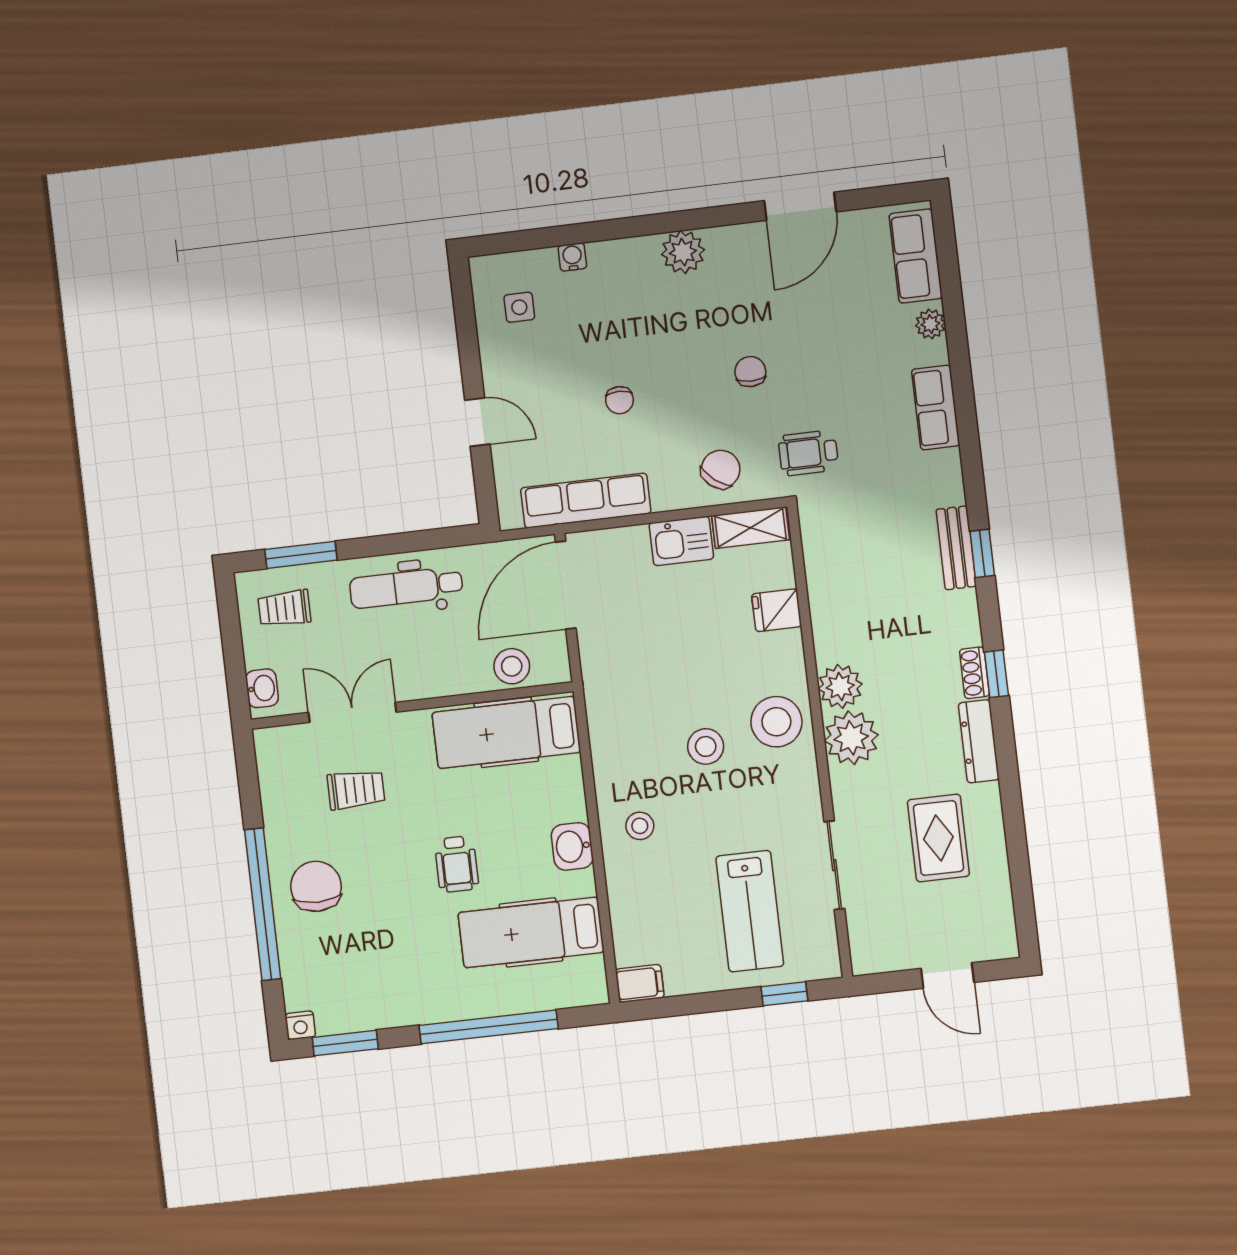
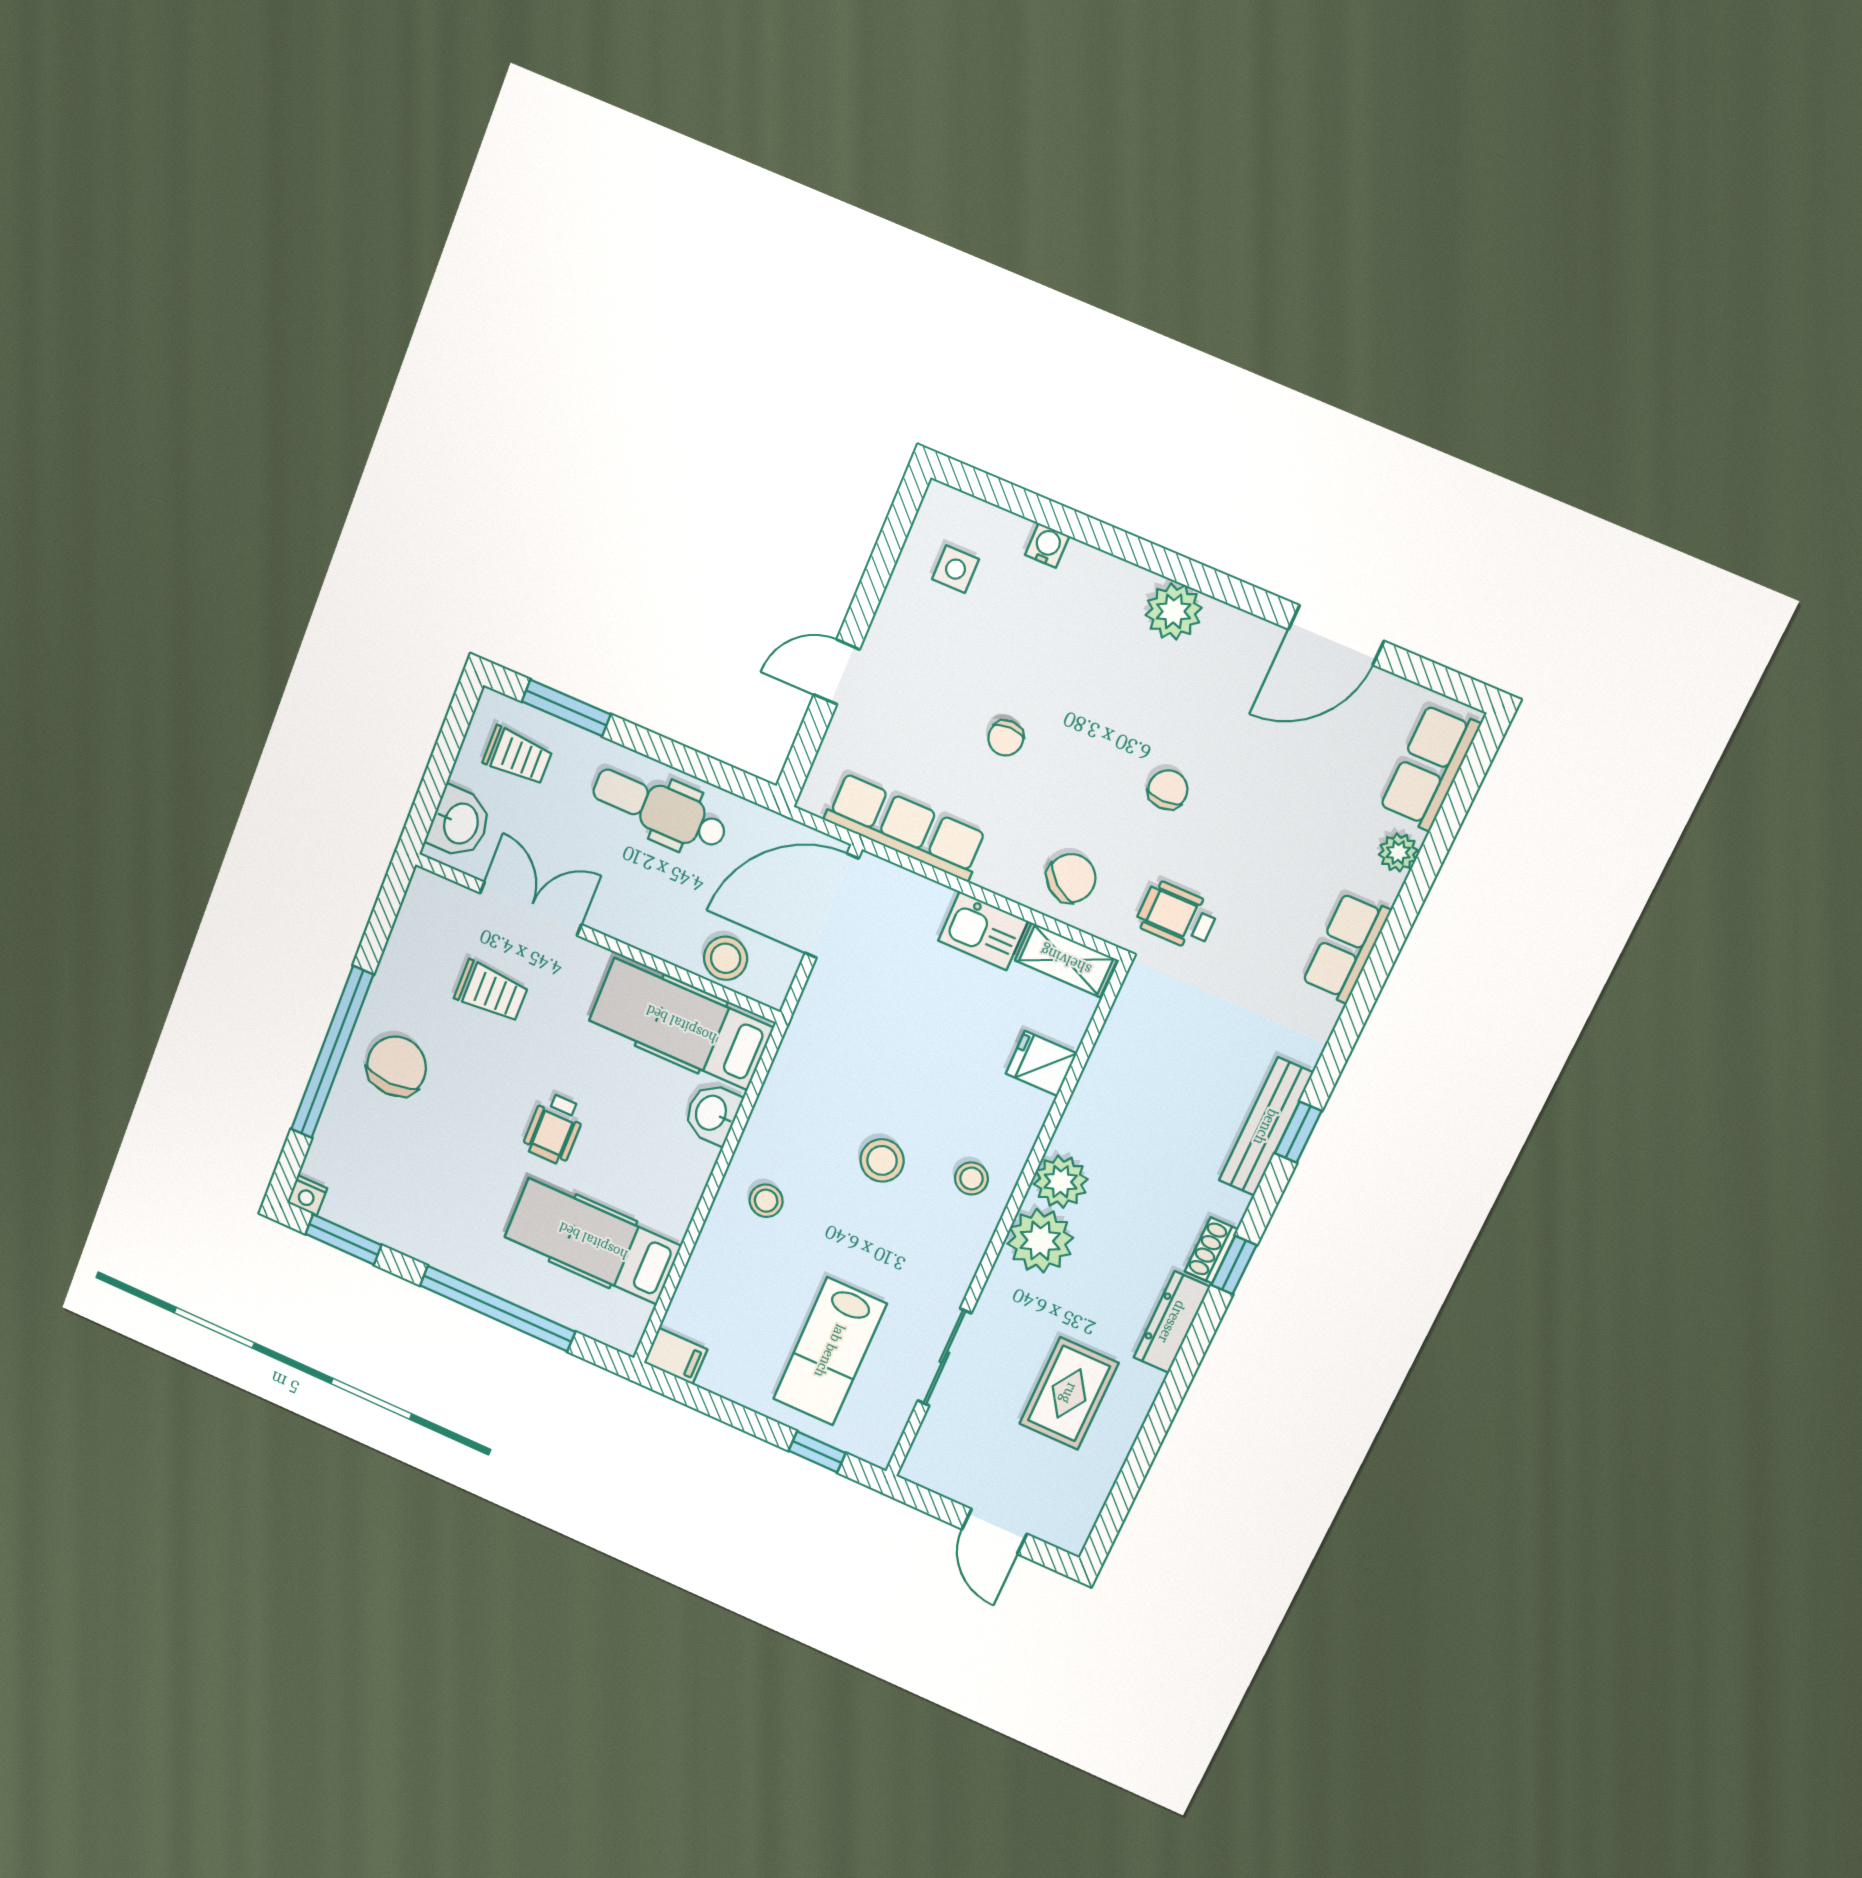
door: (477, 422) -> (837, 672), swing flipped
bench: (956, 548) -> (1266, 1127), width x1.36
trolley: (284, 608) -> (518, 756), turned 180
washbasin: (262, 688) -> (459, 823), width x1.38, depth x1.45
stool: (776, 722) -> (971, 1178), width x0.53, depth x0.53
washbasin: (572, 846) -> (712, 1113), moved

